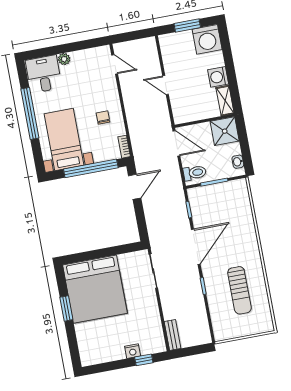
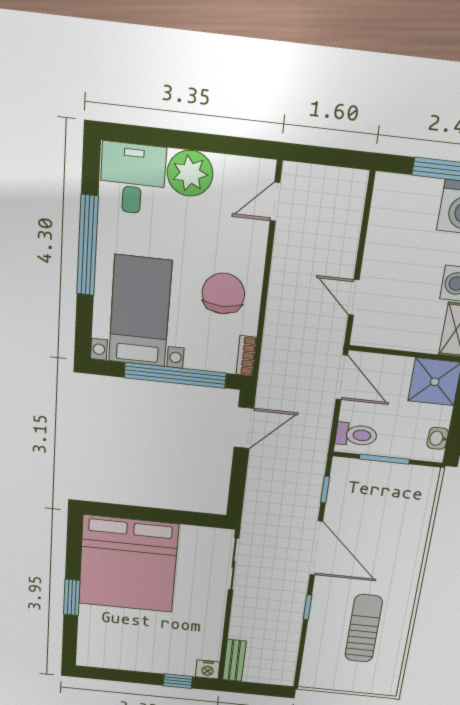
plant: (64, 59) -> (190, 173), width x1.87, depth x1.87
door: (115, 64) -> (275, 202), swing flipped
door: (166, 85) -> (354, 297), moved
chair: (103, 117) -> (223, 294), width x1.87, depth x1.87
door: (196, 247) -> (316, 548), hinge flipped
sun lounger: (239, 290) -> (364, 628), turned 180
window: (66, 308) -> (72, 597), moved
nightstand: (133, 351) -> (208, 669), moved

